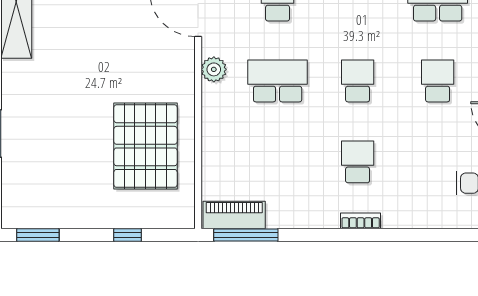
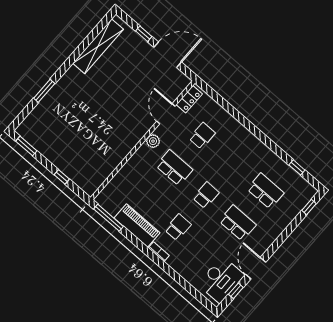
school desk: (438, 81) -> (238, 223), width x1.85
pallet: (145, 146) -> (100, 148), removed
piano: (234, 215) -> (137, 225), moved, width x1.37, depth x1.33

